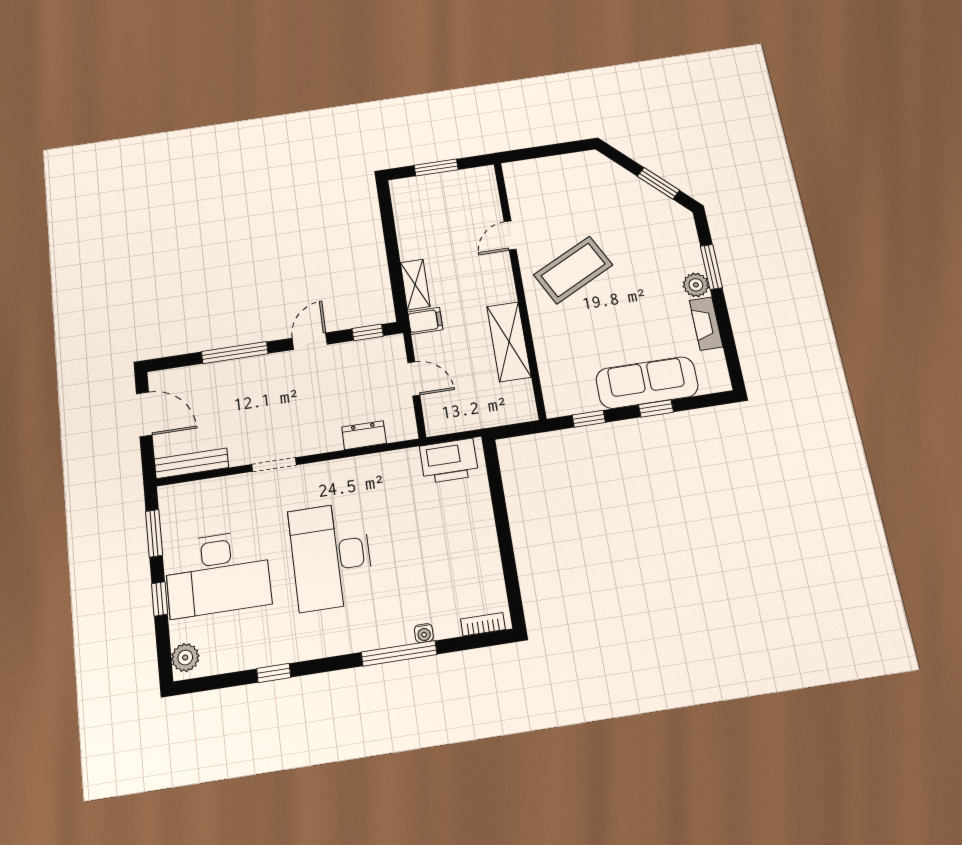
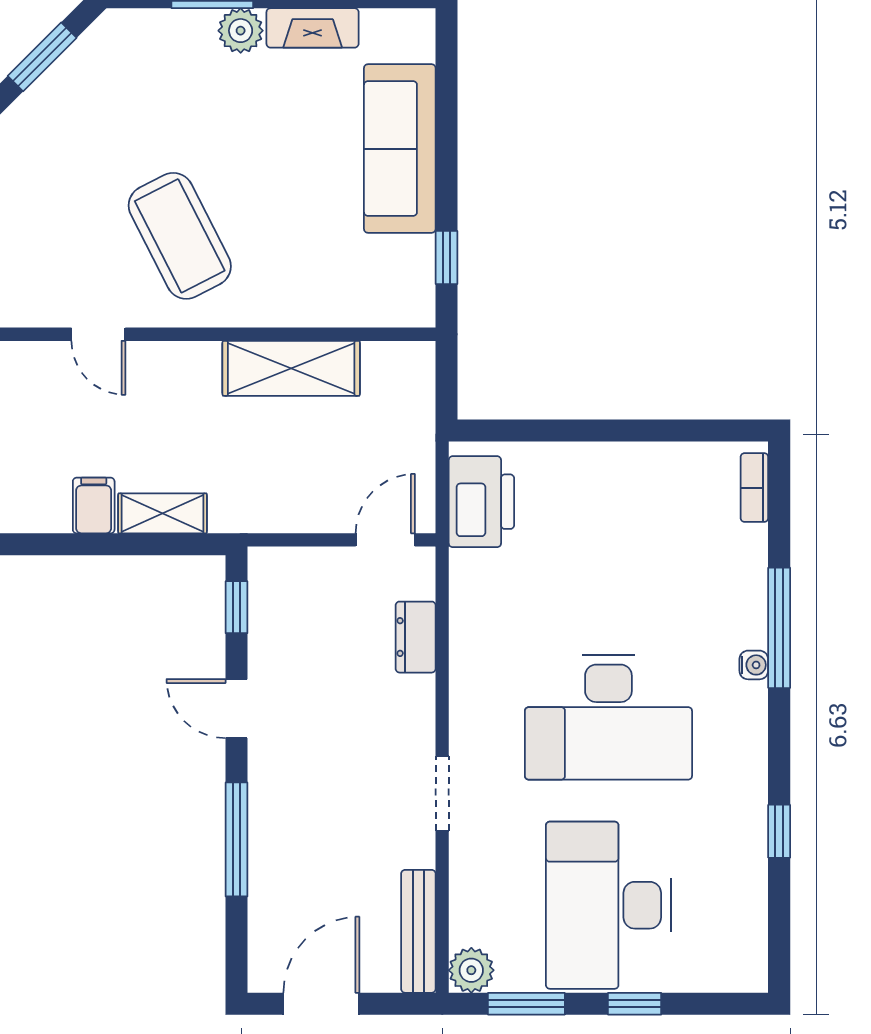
filing cabinet: (425, 321) -> (94, 505), moved
door: (414, 379) -> (385, 540), moved
window: (656, 408) -> (447, 142), removed
desk: (218, 574) -> (608, 905), turned 180
water cooler: (424, 633) -> (754, 665), moved
plant: (185, 658) -> (471, 970), moved

